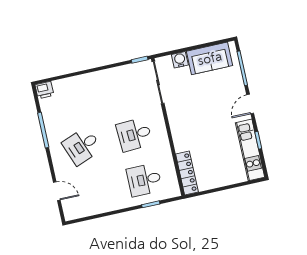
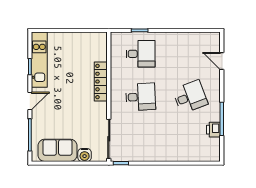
printer: (44, 90) -> (213, 130), moved, turned -90
locker: (187, 173) -> (101, 82), moved

